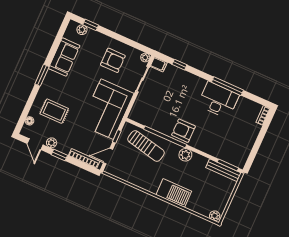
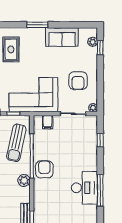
filing cabinet: (159, 64) -> (48, 122), moved

